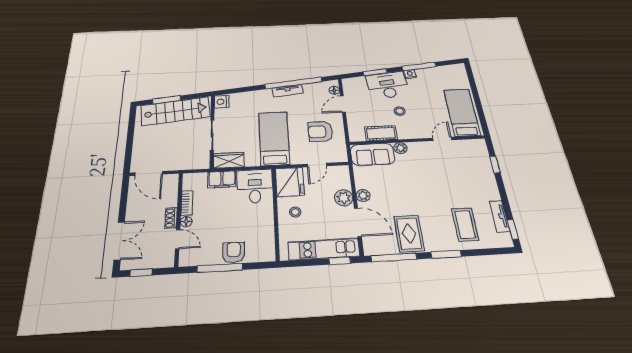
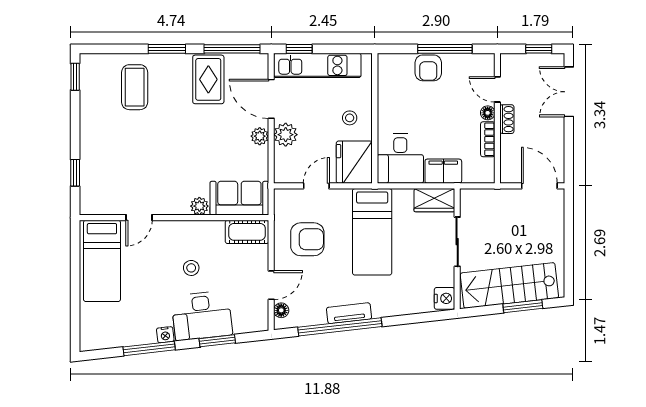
cot: (381, 133) -> (247, 232), moved
tv unit: (499, 216) -> (88, 96), removed

